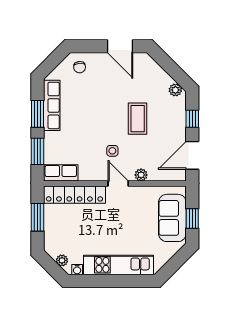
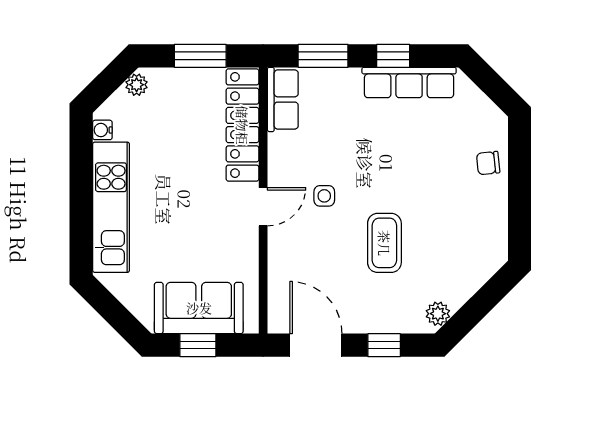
door: (120, 46) -> (520, 210), removed
chair: (80, 67) -> (488, 163), moved
window: (37, 114) -> (393, 56), width x0.67
coffee table: (138, 119) -> (384, 243), turned 90
plant: (141, 175) -> (279, 249), removed
plant: (62, 260) -> (137, 85), moved

